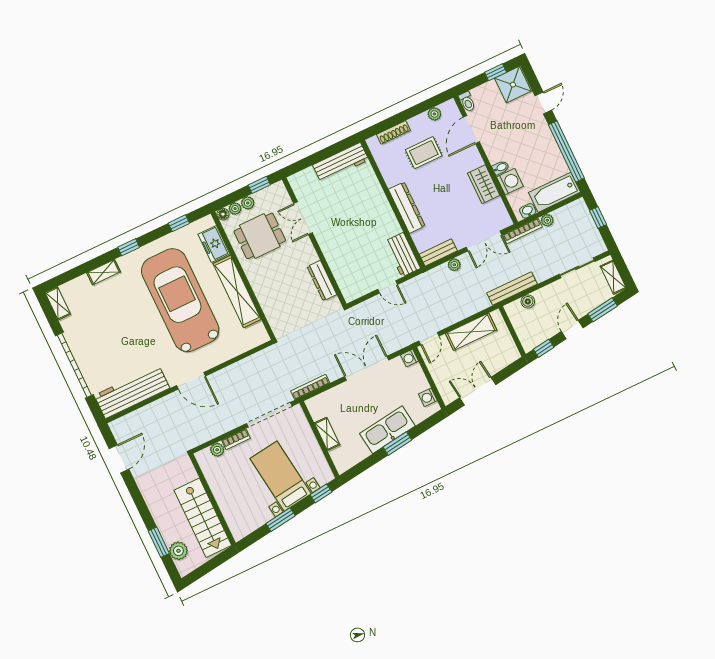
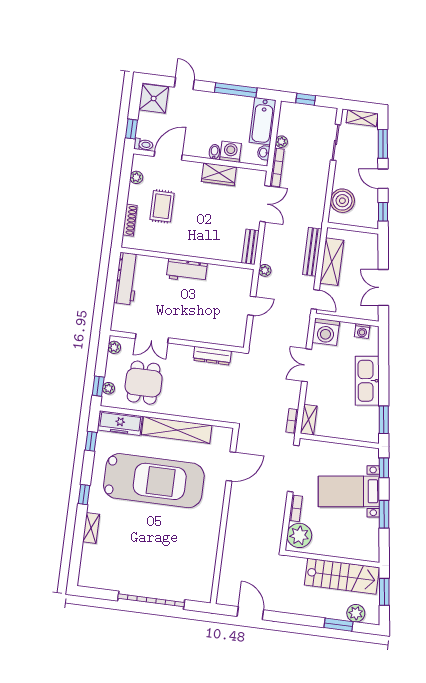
window: (496, 72) -> (132, 129), moved
door: (471, 130) -> (168, 156), swing flipped
window: (566, 151) -> (236, 90), width x0.68
window: (259, 185) -> (98, 386), moved
plant: (248, 203) -> (114, 347), moved
dresser: (407, 208) -> (198, 249), removed
floor lamp: (223, 214) -> (107, 401), removed
freezer: (214, 244) -> (120, 423), width x1.40
workbench: (403, 255) -> (187, 271), moved
plant: (454, 265) -> (265, 270), moved
bench: (512, 289) -> (312, 252), moved
car: (180, 300) -> (154, 481), turned 180
boiler: (528, 301) -> (342, 201), width x1.86, depth x1.86
shelving: (58, 303) -> (92, 581), removed
washing machine: (409, 358) -> (326, 332), width x1.89, depth x1.89
double door: (367, 368) -> (307, 365), width x0.73
door: (191, 381) -> (231, 466), moved
bookcase: (310, 387) -> (292, 421), width x0.64
workbench: (132, 392) -> (203, 568), removed
shelving: (327, 434) -> (309, 420), moved, turned 90
window: (397, 444) -> (384, 420), moved
plant: (217, 450) -> (299, 535), width x1.87, depth x1.87
window: (213, 564) -> (384, 592), added

